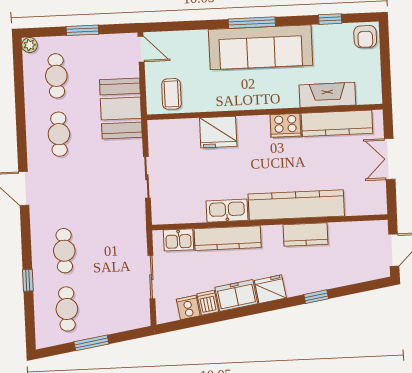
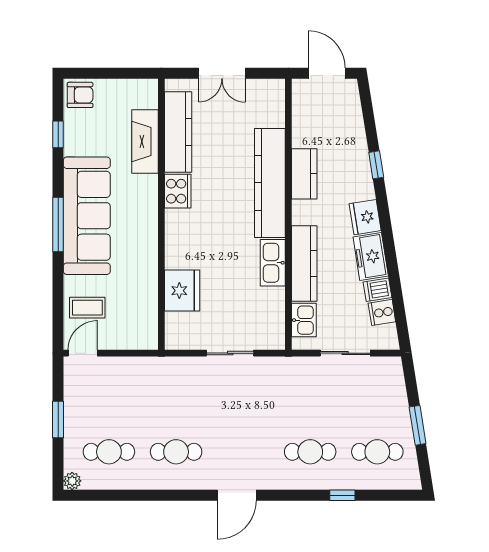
coffee table: (171, 94) -> (87, 308), moved
booth: (121, 109) -> (150, 379), removed
fridge: (218, 132) -> (182, 291), moved

